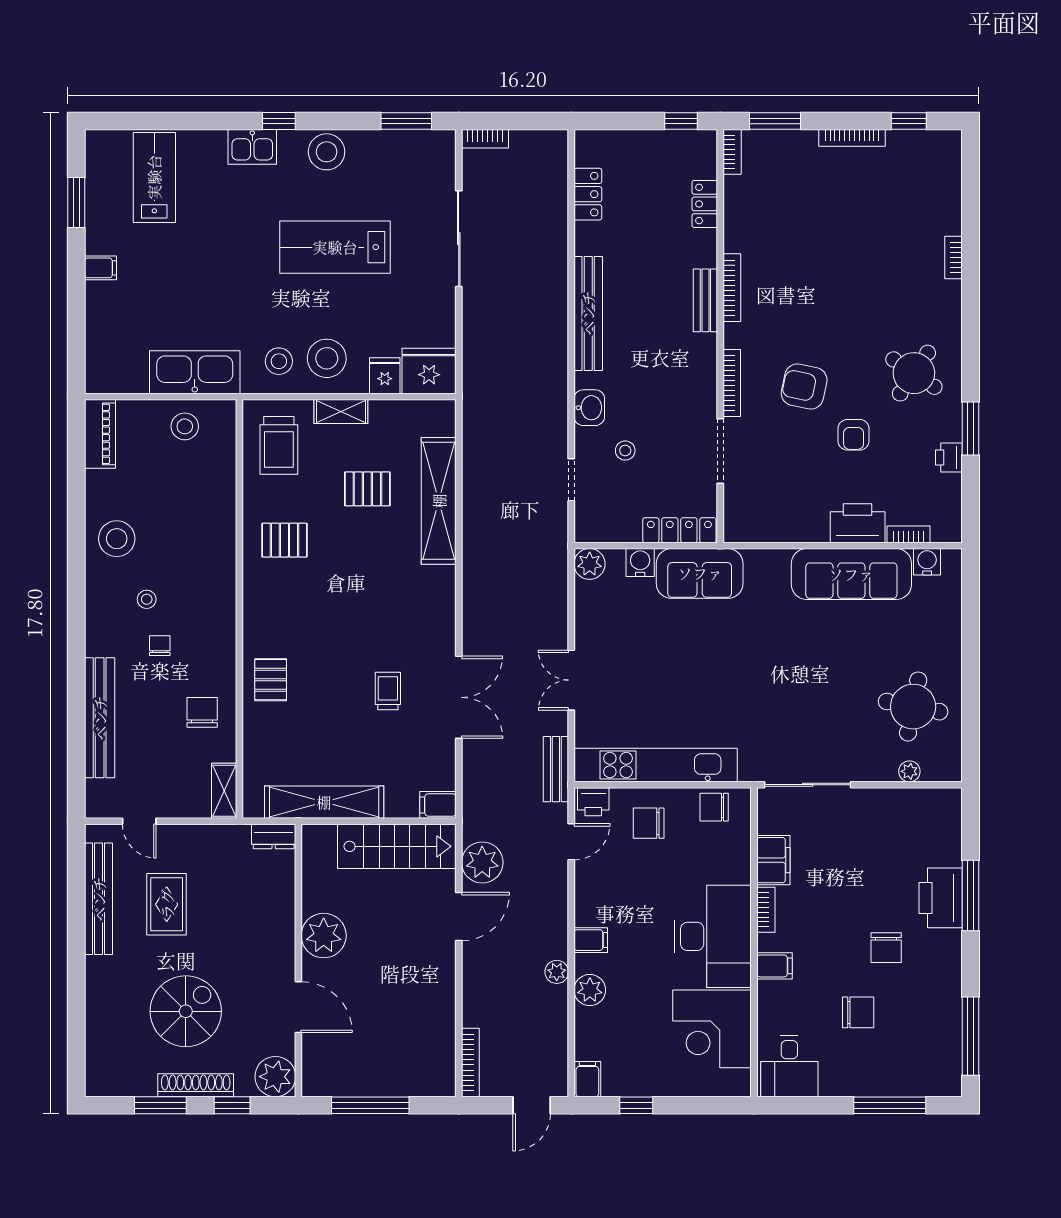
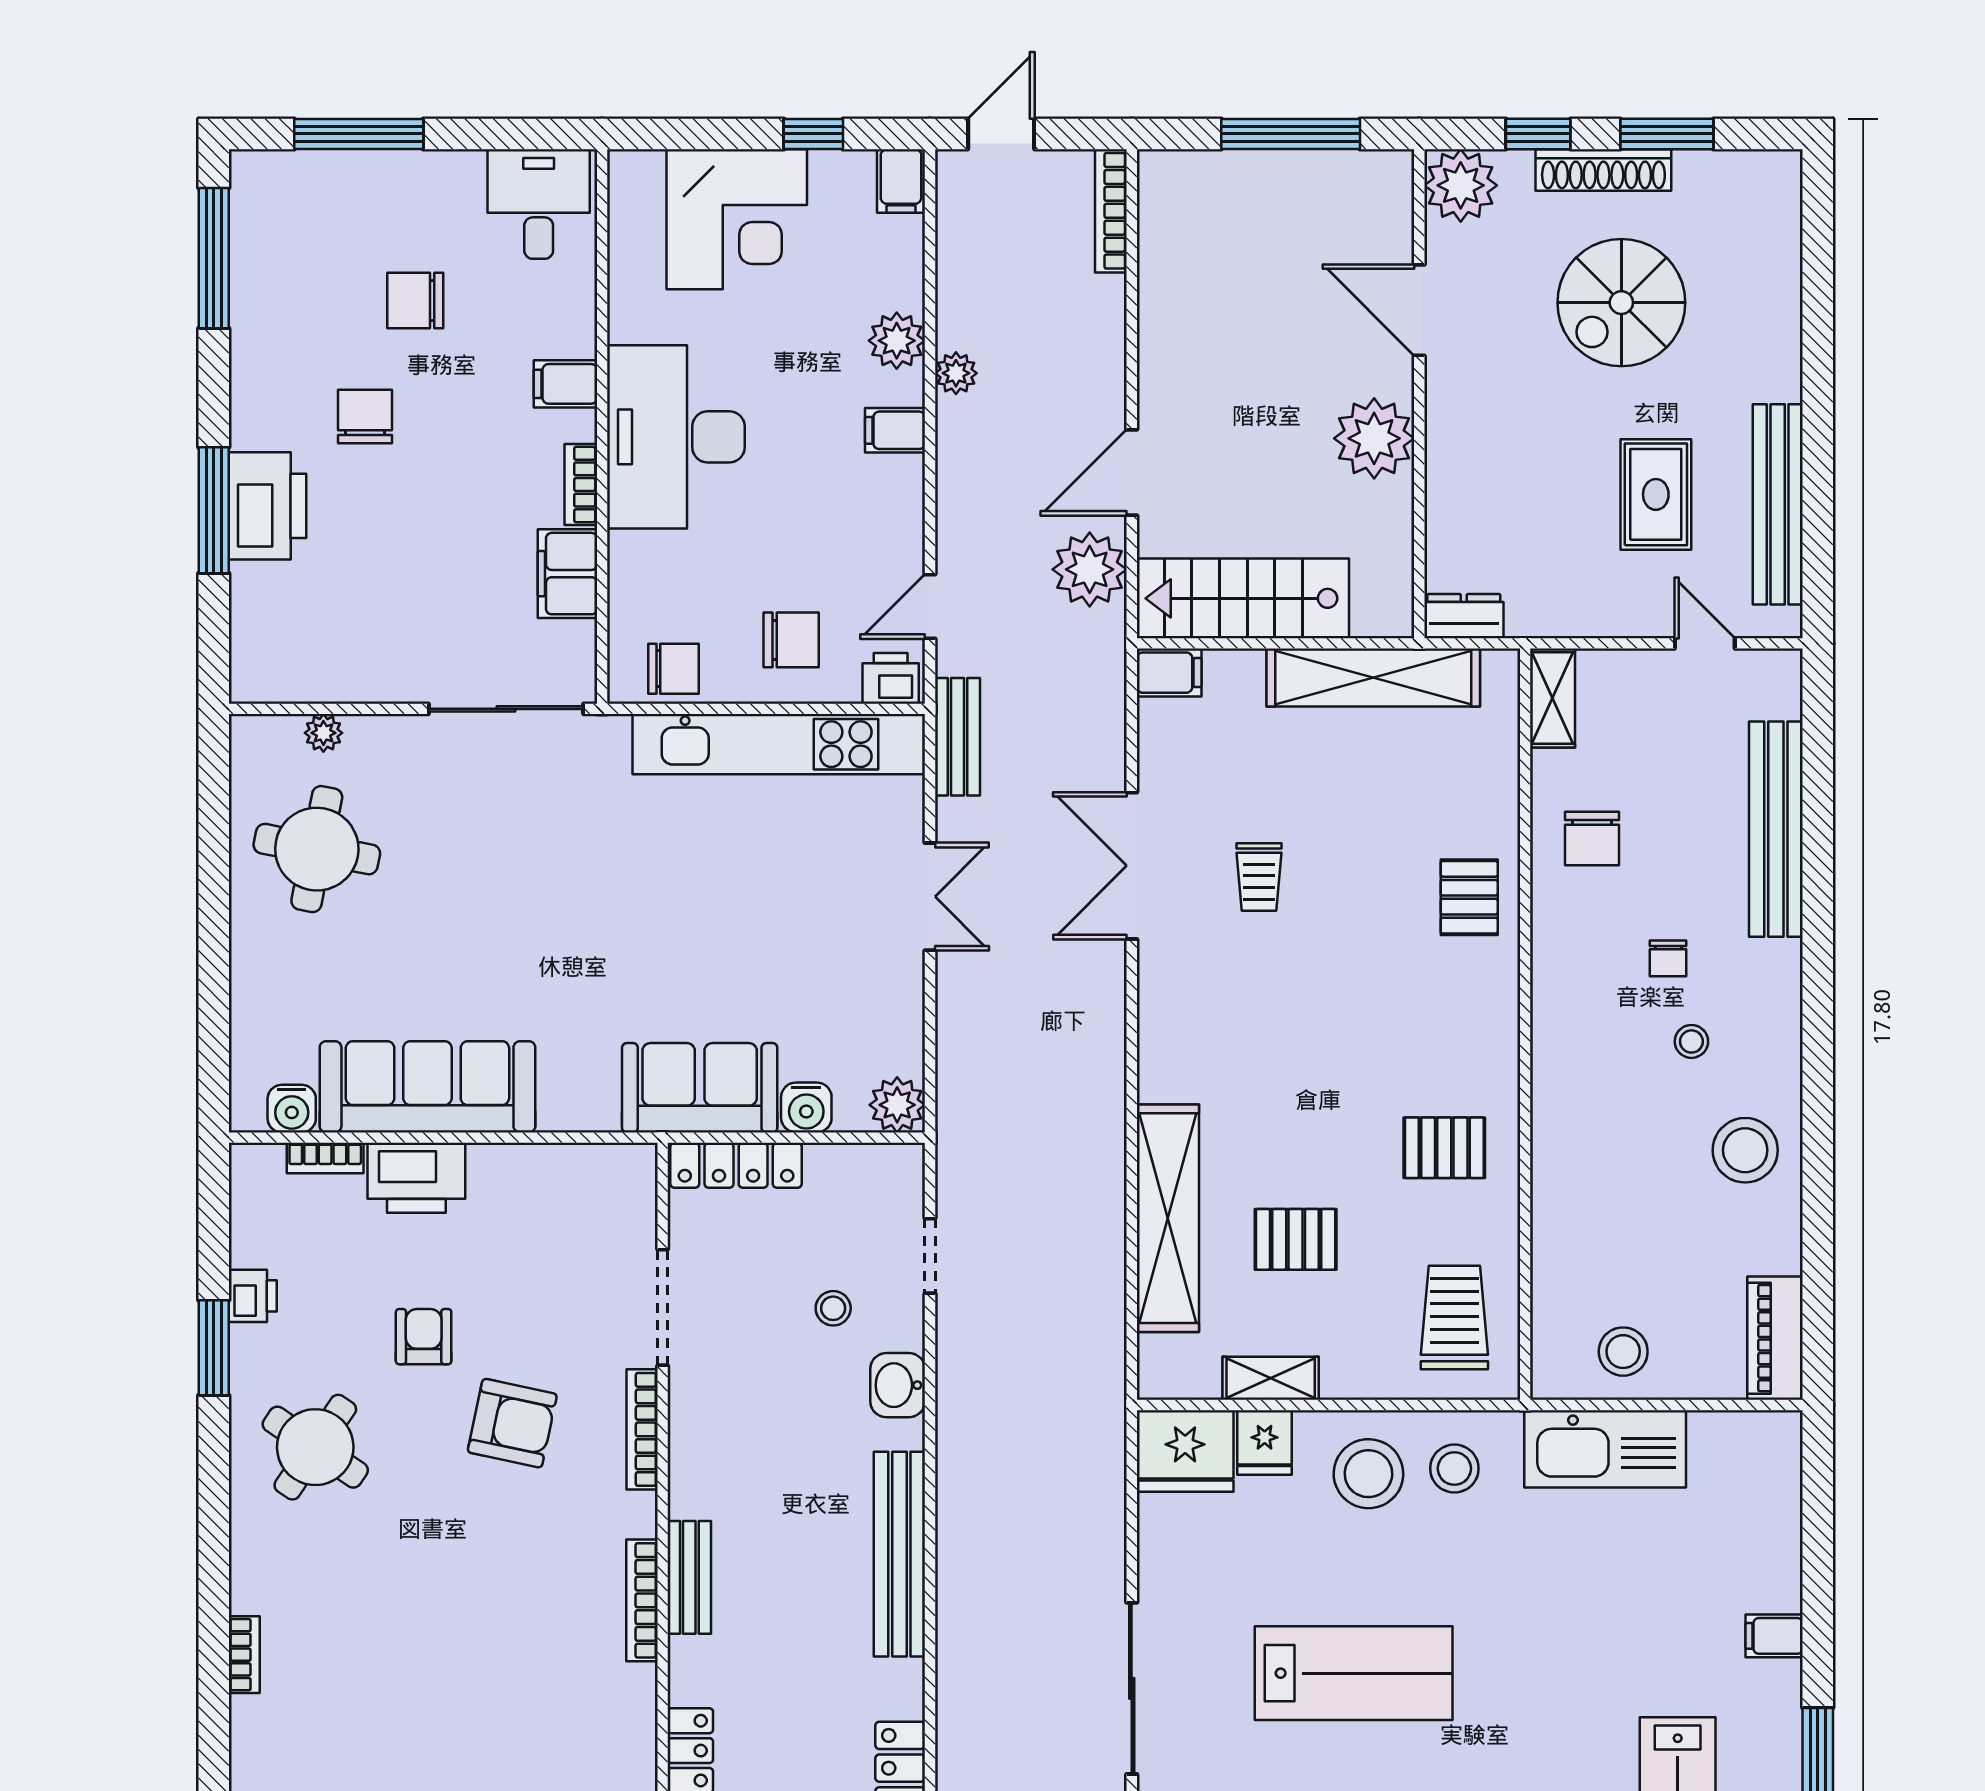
shelving: (341, 411) -> (1271, 1378), moved
corner desk: (712, 1029) -> (737, 219), moved, turned 90

